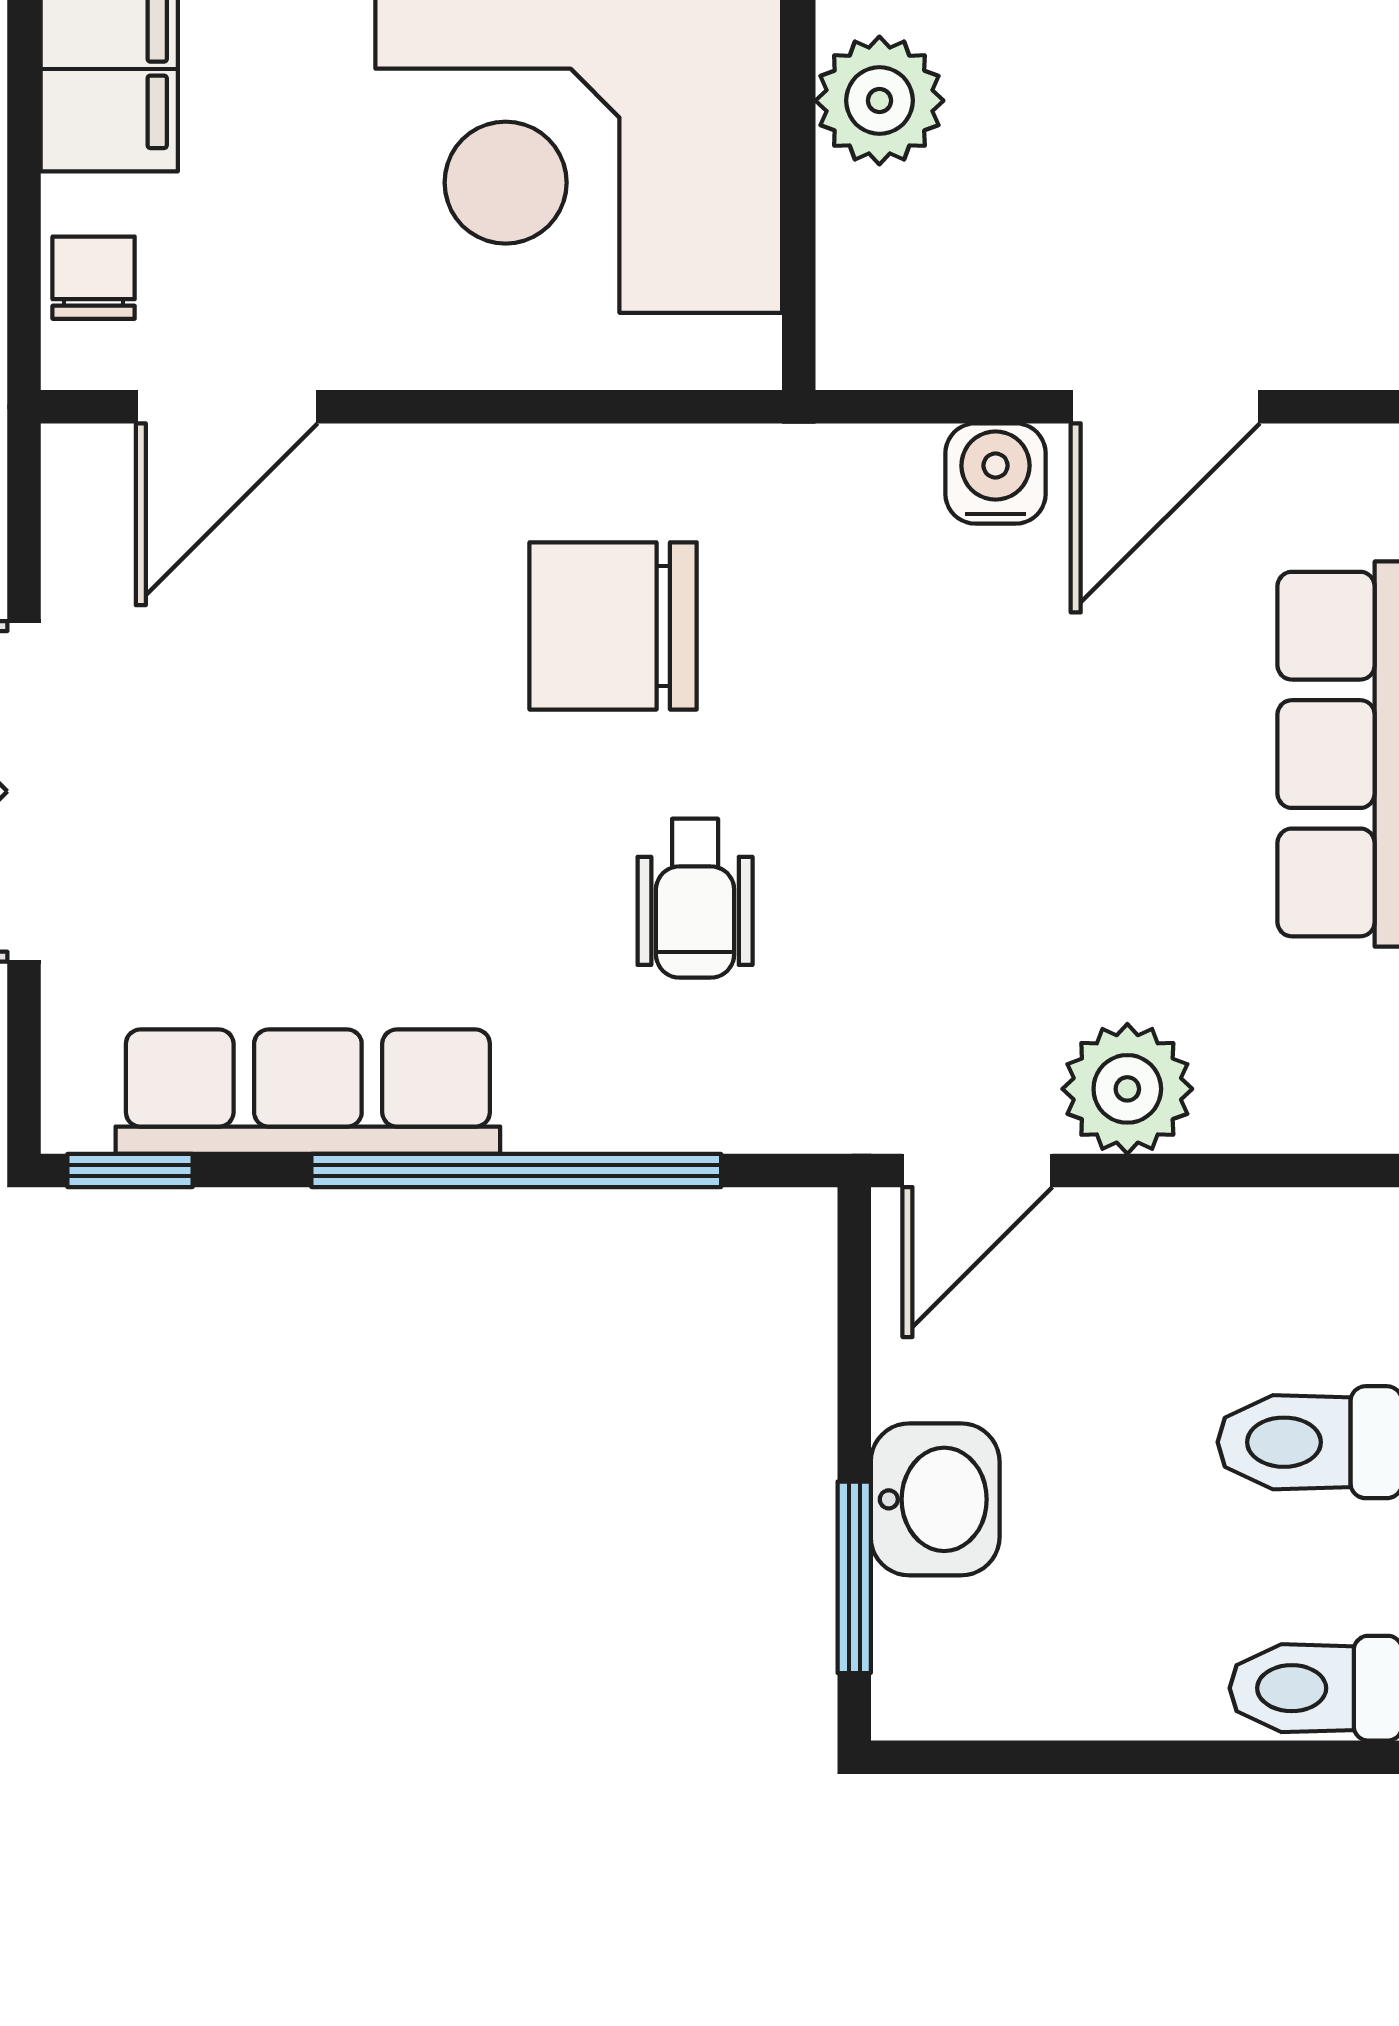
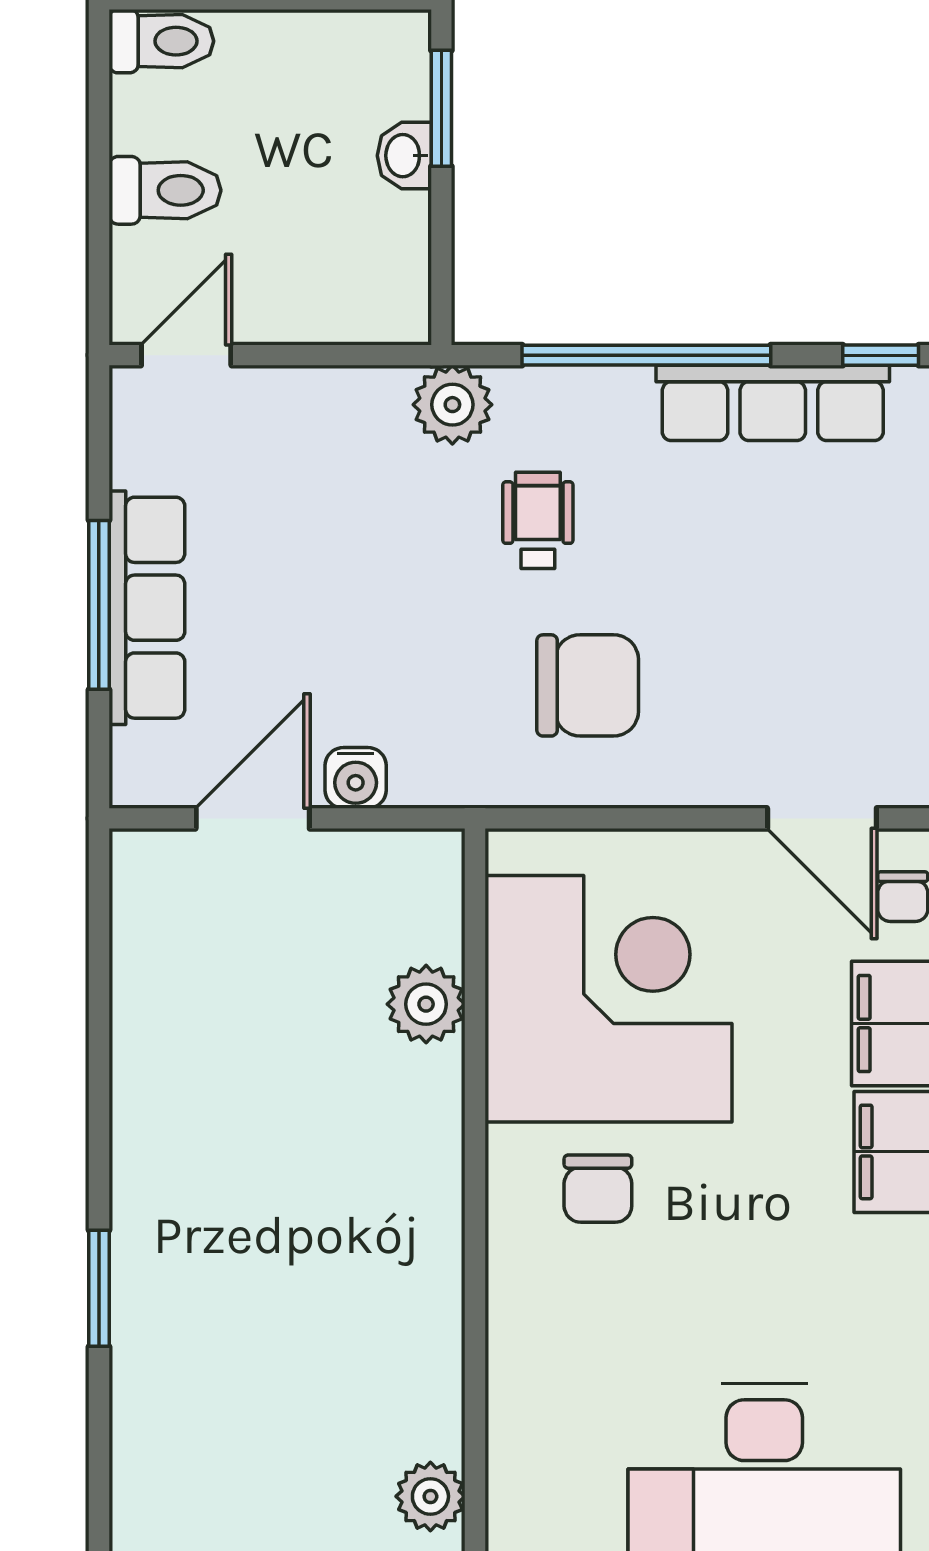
door: (227, 407) -> (822, 818), swing flipped
plant: (1127, 1089) -> (452, 405), moved
door: (977, 1171) -> (186, 355), moved
washbasin: (935, 1499) -> (404, 156), width x0.72, depth x0.69

